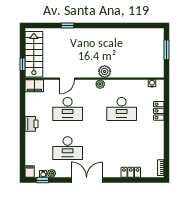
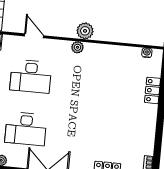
door: (67, 79) -> (34, 36), swing flipped
desk: (122, 109) -> (103, 83), removed

